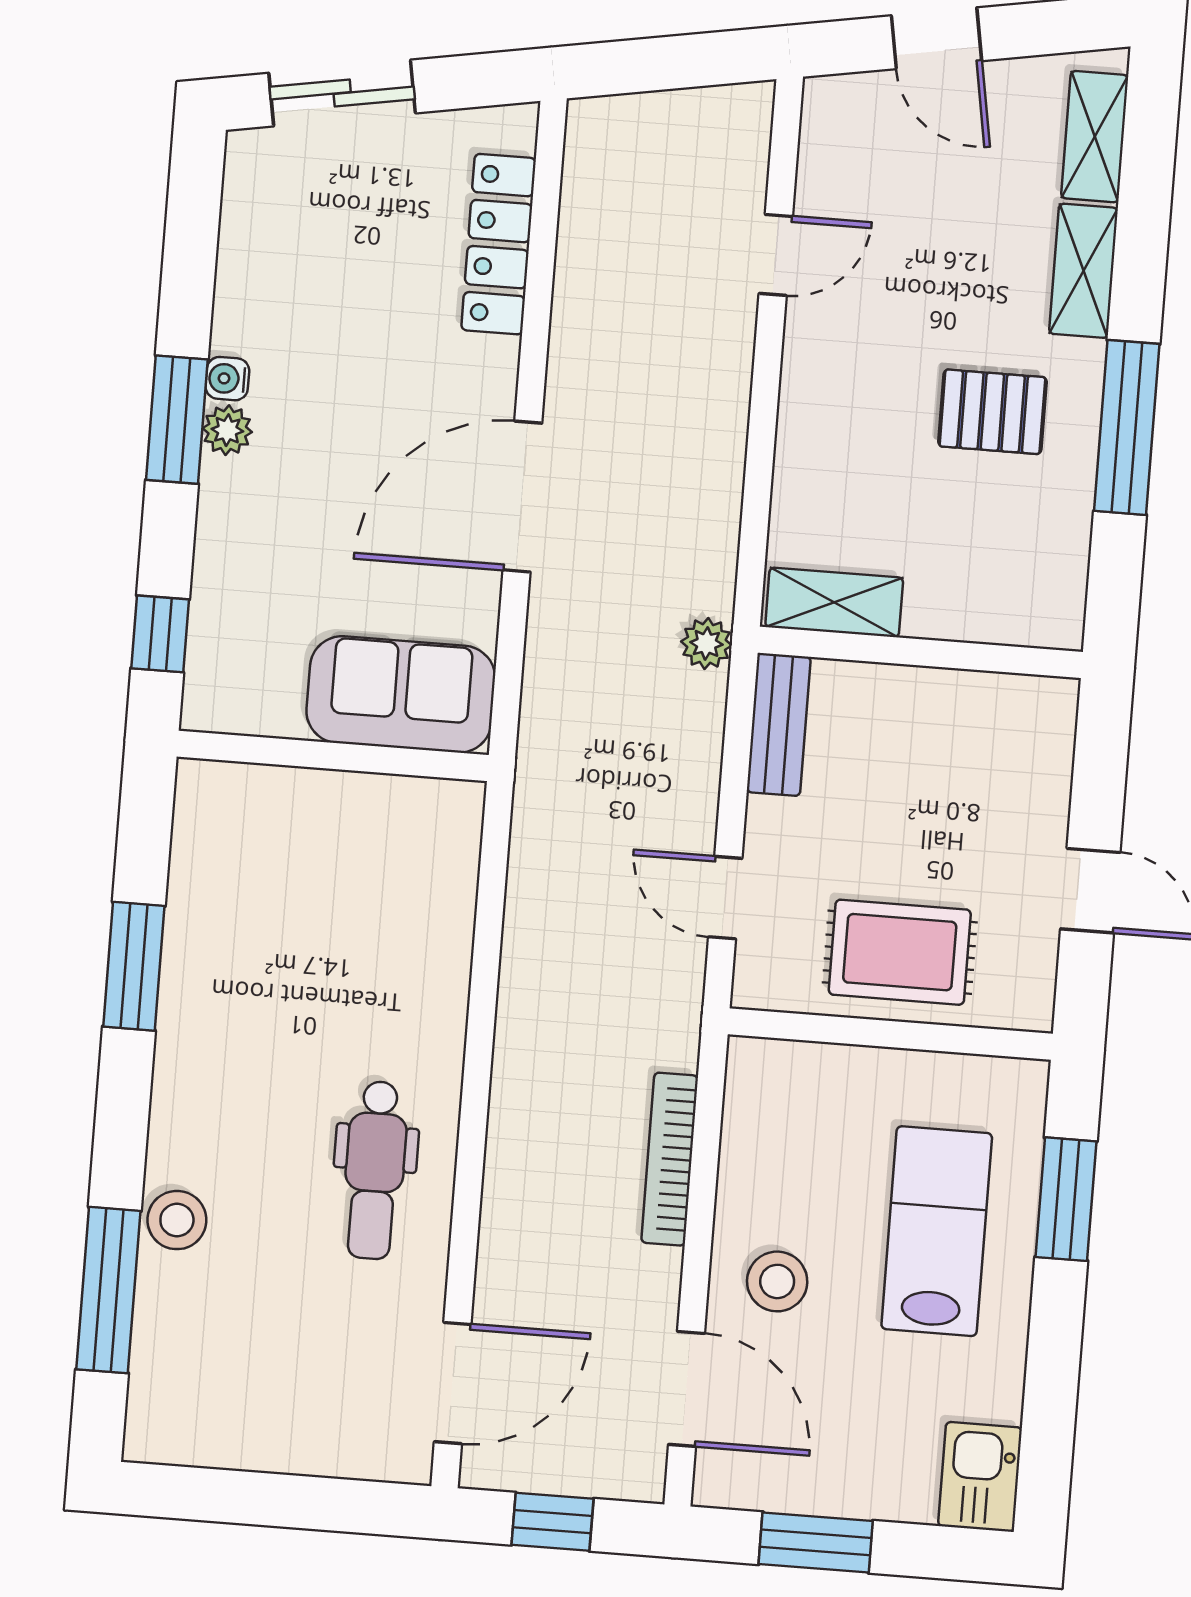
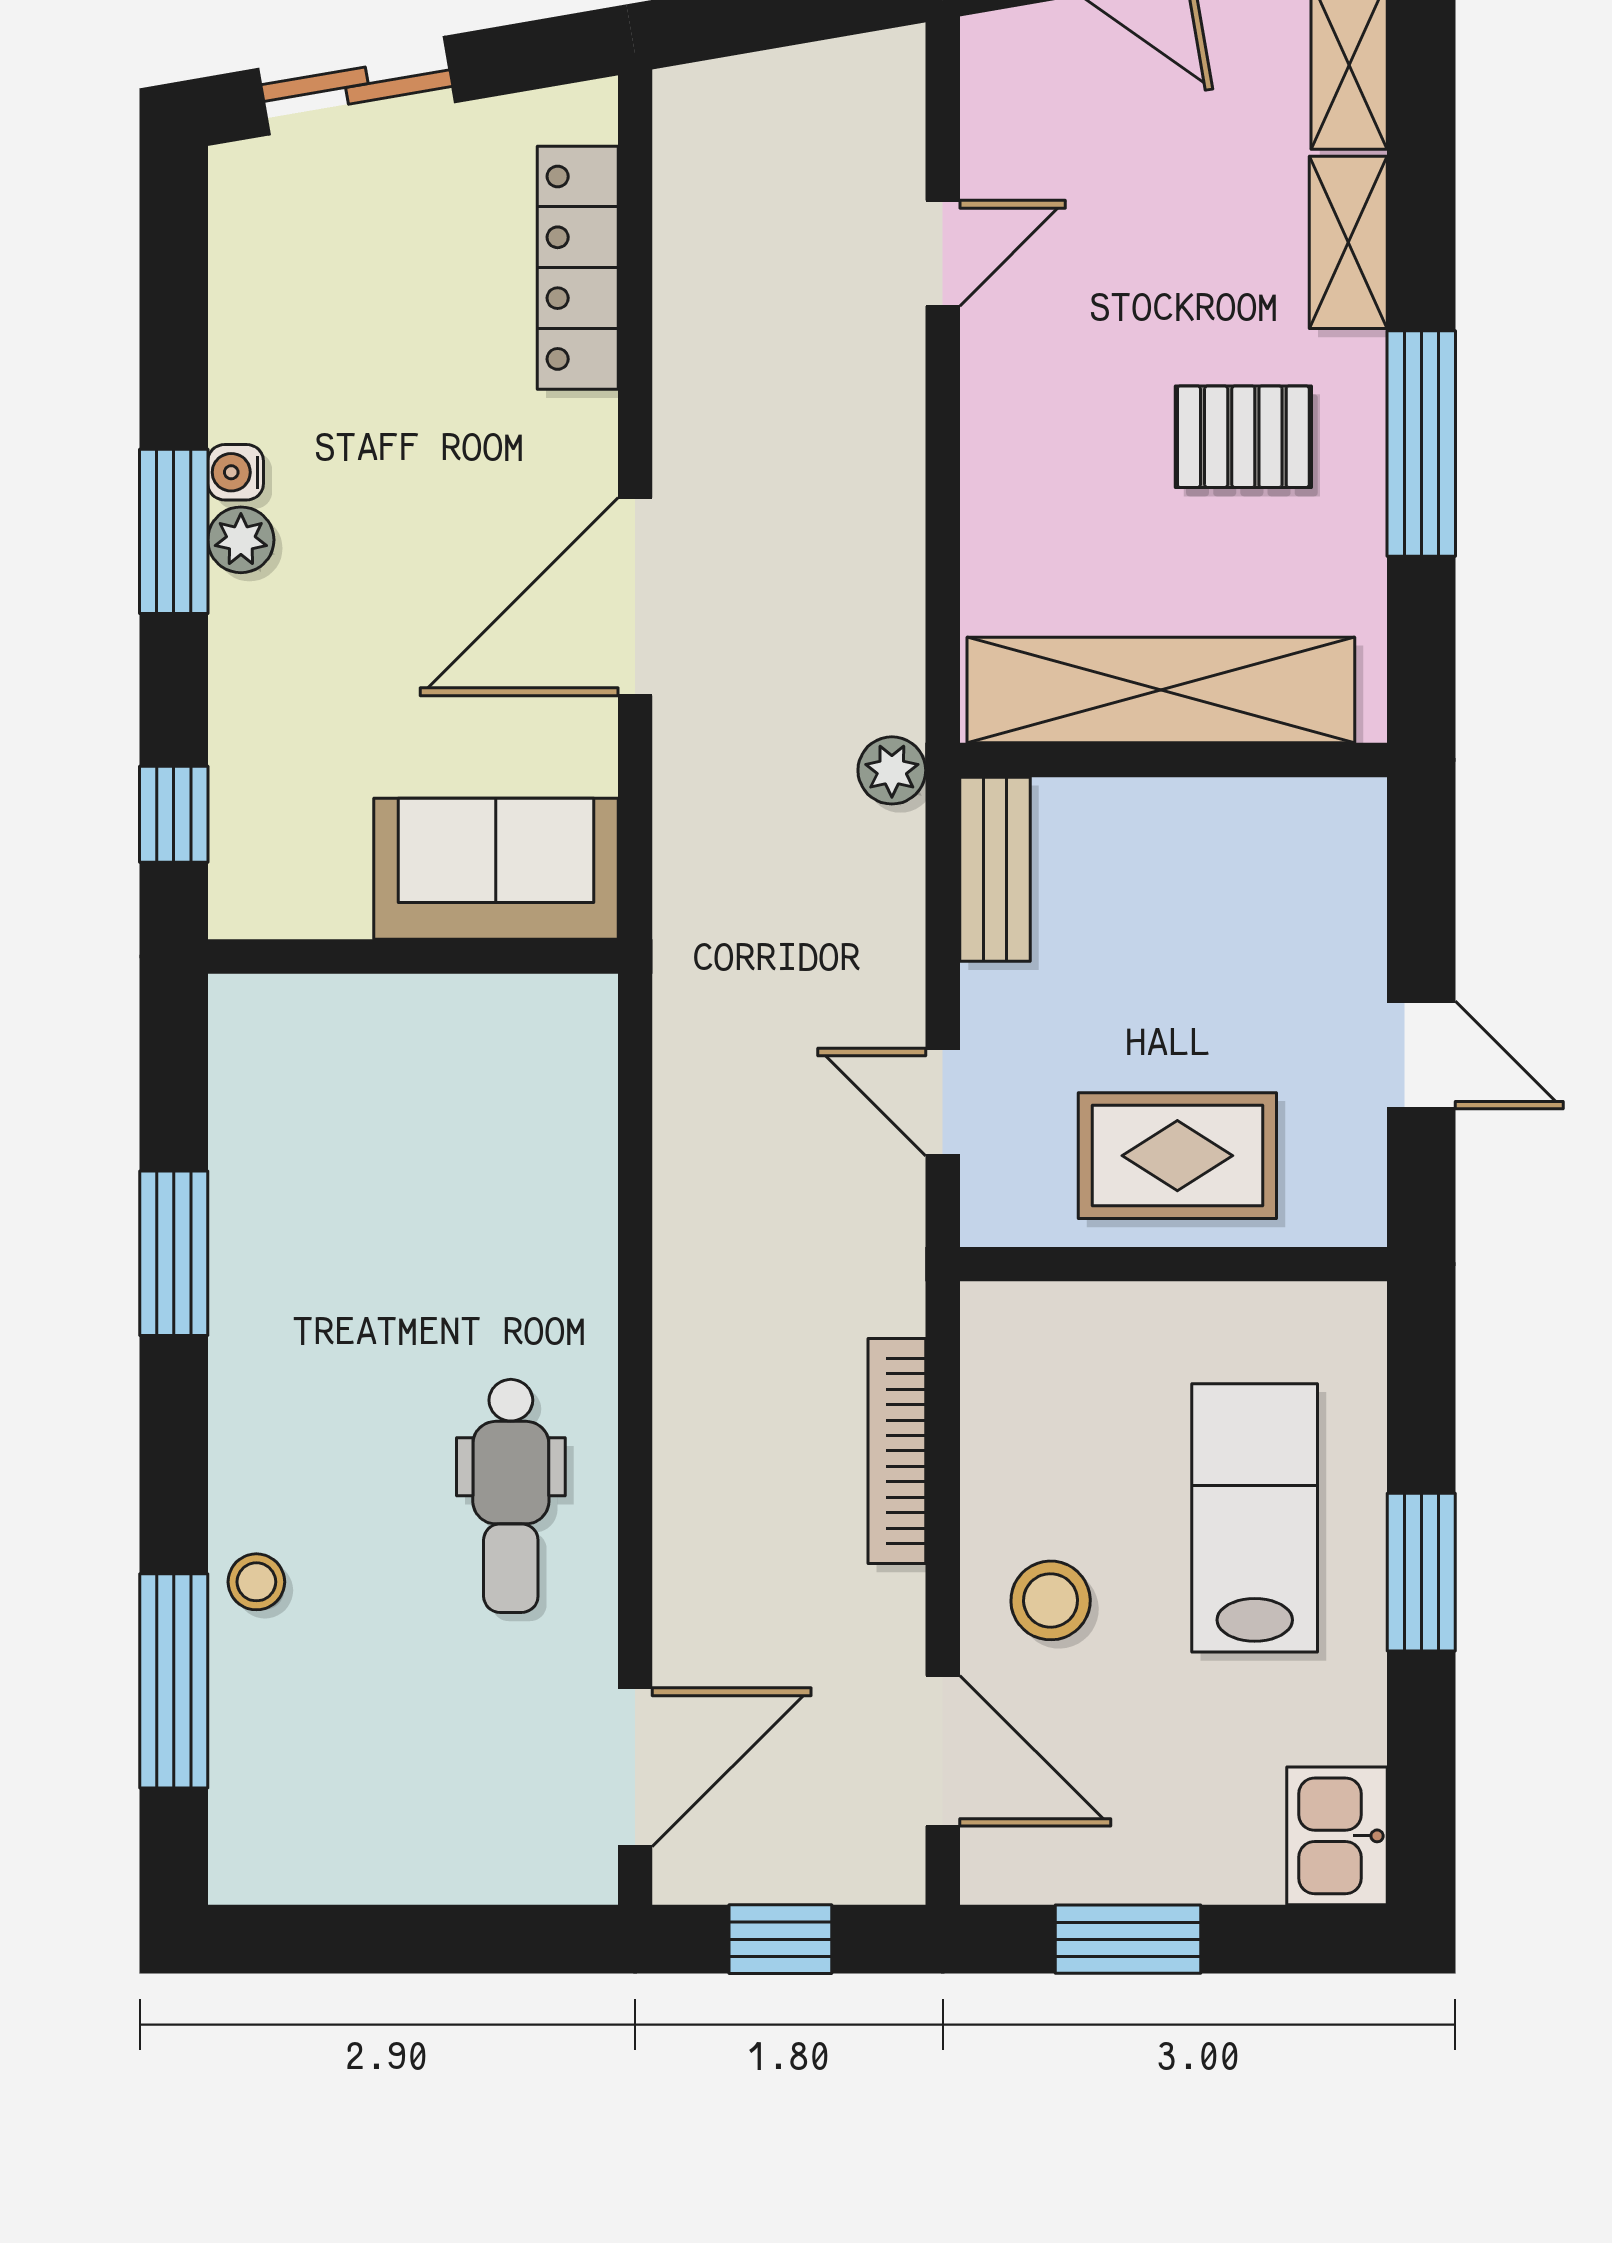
shelving: (834, 602) -> (1161, 690), width x2.20, depth x1.33
window: (1066, 1199) -> (1421, 1572), moved
stool: (177, 1220) -> (256, 1582), width x0.73, depth x0.73

